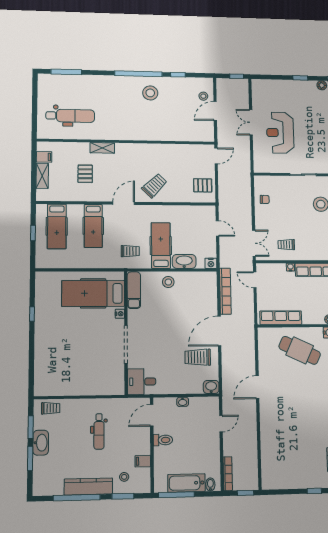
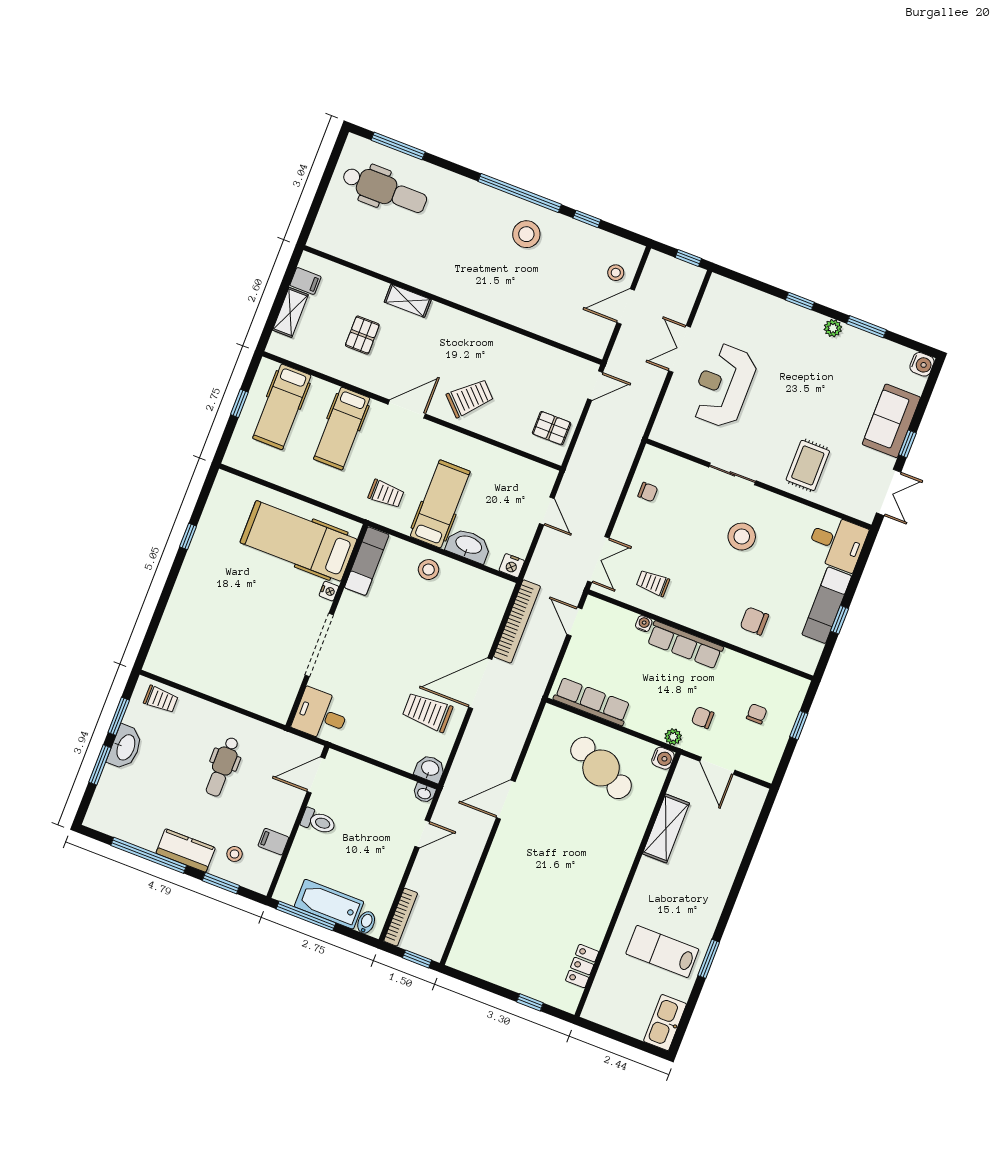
dental chair: (70, 116) -> (385, 190), moved
washbasin: (183, 402) -> (424, 793), moved
kitchen counter: (88, 486) -> (186, 850), width x0.67

